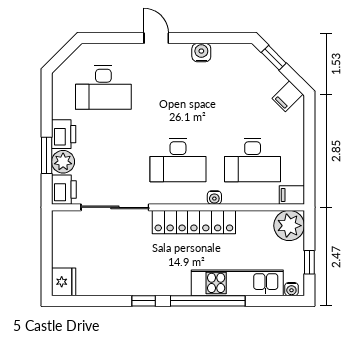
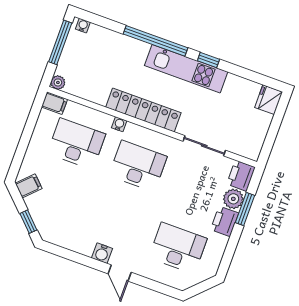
water cooler: (201, 53) -> (102, 253), moved
sliding door: (115, 207) -> (204, 146), width x0.73
plant: (289, 226) -> (58, 82), width x0.53, depth x0.53
window: (309, 262) -> (60, 42), width x2.17
kitchen unit: (237, 283) -> (186, 69), moved

